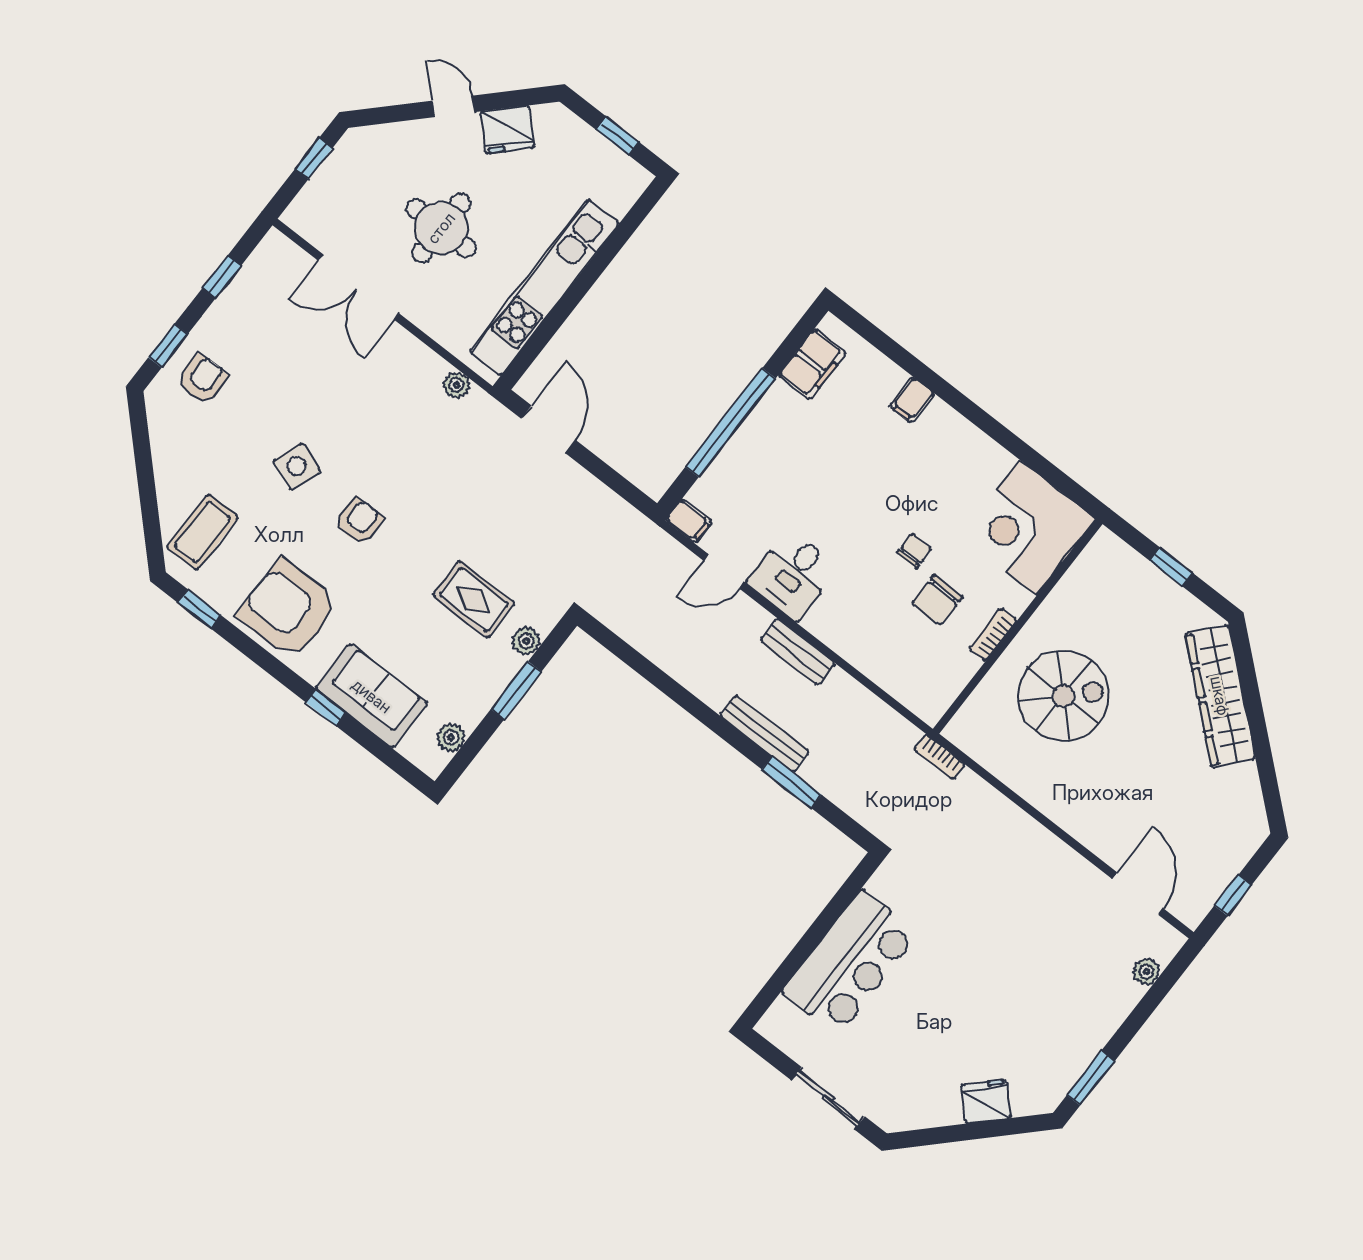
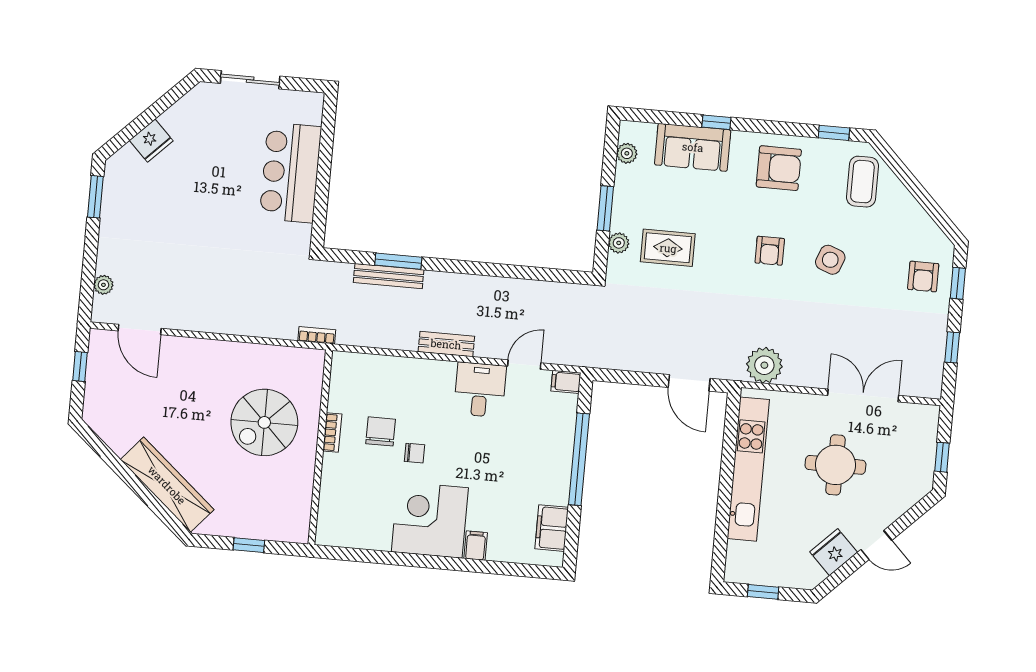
plant: (457, 385) -> (764, 365), width x1.88, depth x1.88
corner desk: (1029, 528) -> (430, 520), moved, turned -90
chair: (914, 551) -> (414, 453), turned -90
armchair: (288, 609) -> (779, 168), width x0.73, depth x0.73
bench: (764, 734) -> (389, 276), moved

